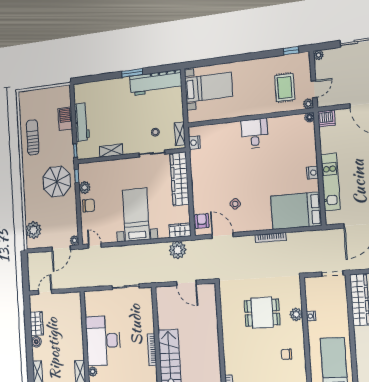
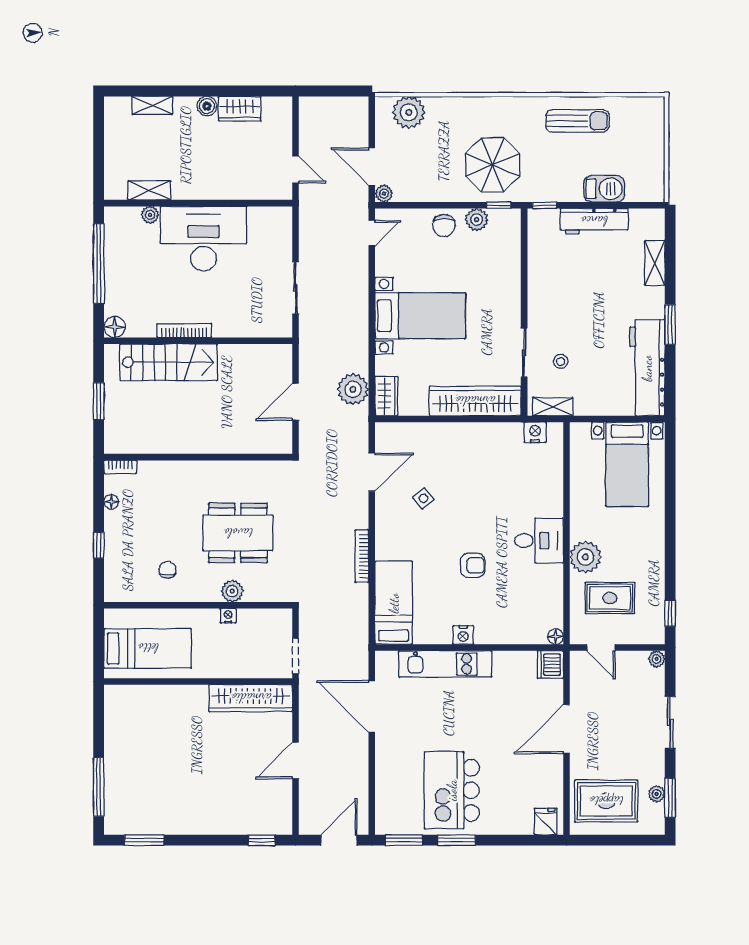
plant: (308, 104) -> (585, 557), moved, width x1.88, depth x1.88
shelving: (111, 151) -> (655, 263), moved
bed: (296, 211) -> (394, 603), width x0.67
armchair: (202, 221) -> (473, 565), moved
door: (45, 292) -> (296, 170), moved
dining table: (262, 313) -> (238, 533), width x1.38

